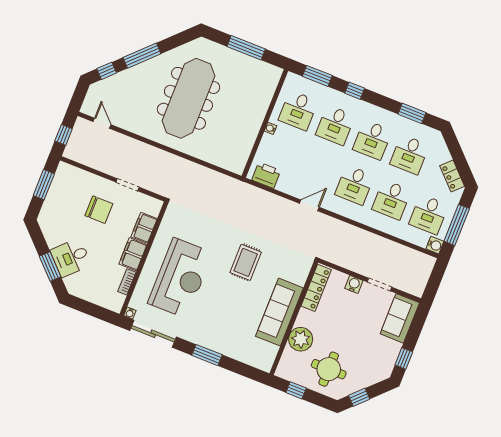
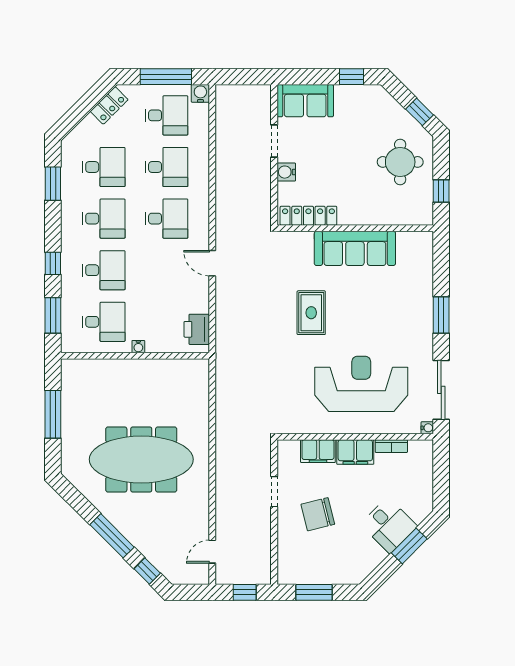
chair: (99, 210) -> (318, 514), turned -104
rug: (246, 262) -> (311, 313), turned 90
plant: (301, 339) -> (378, 210), removed

